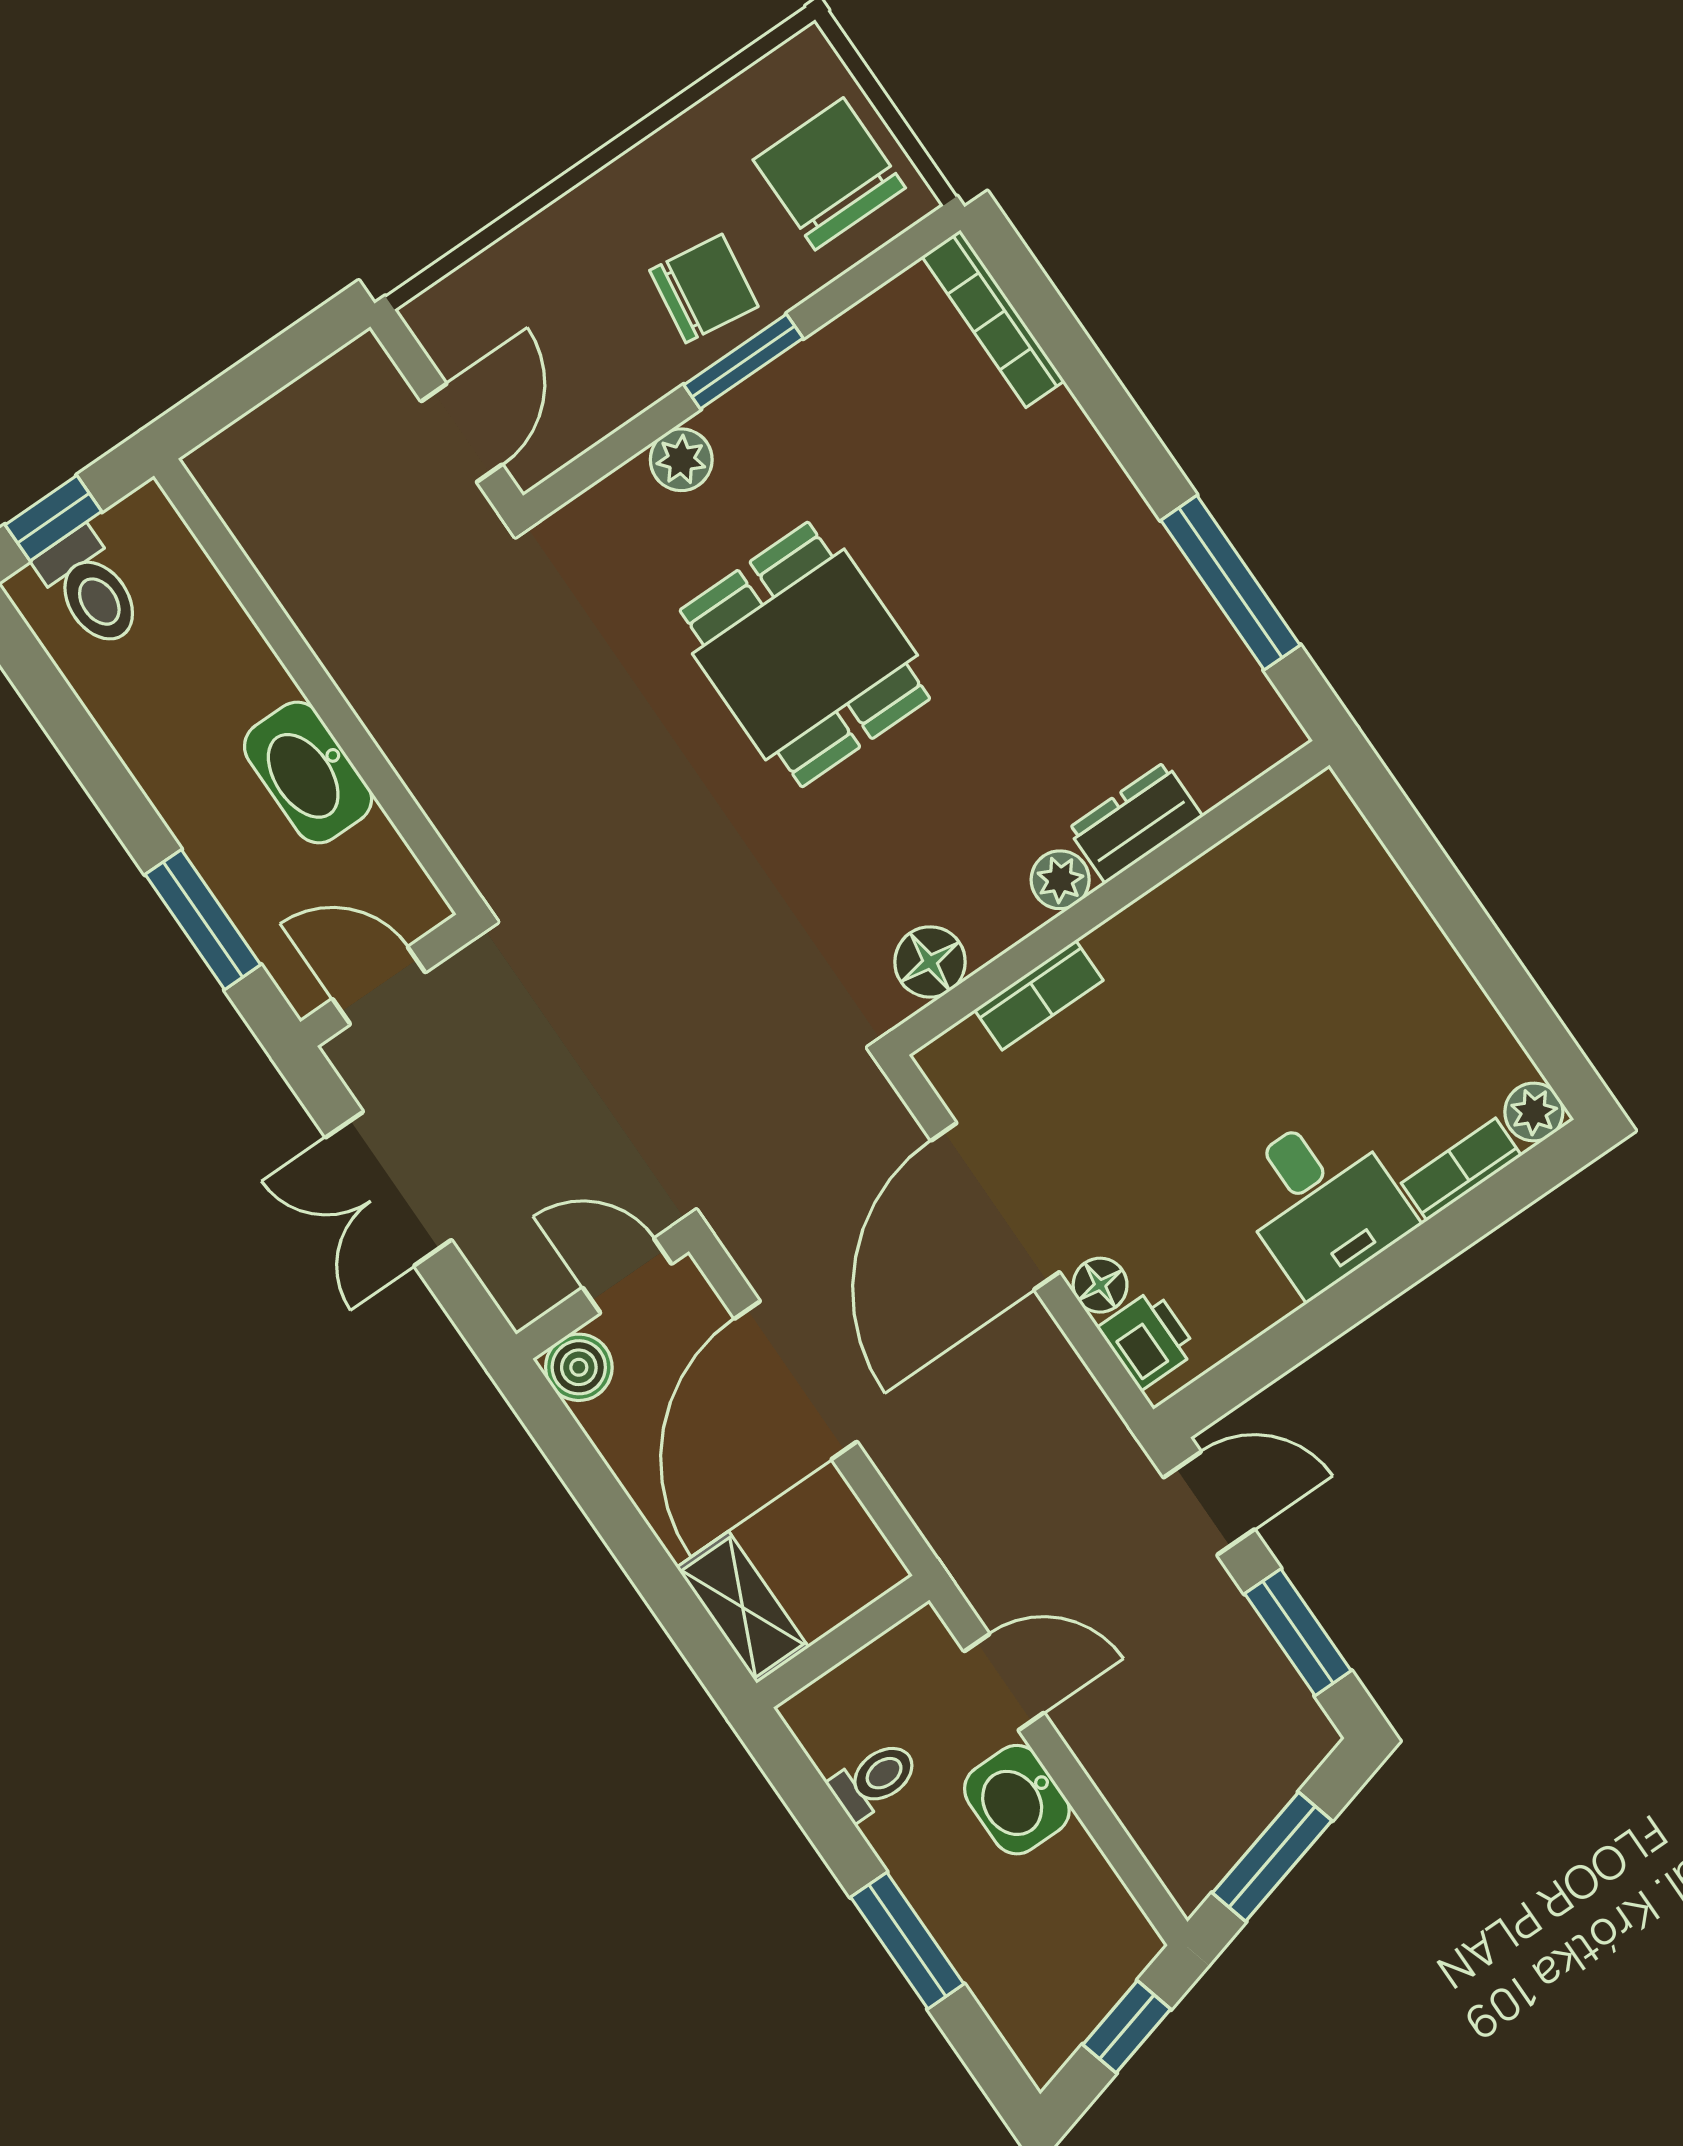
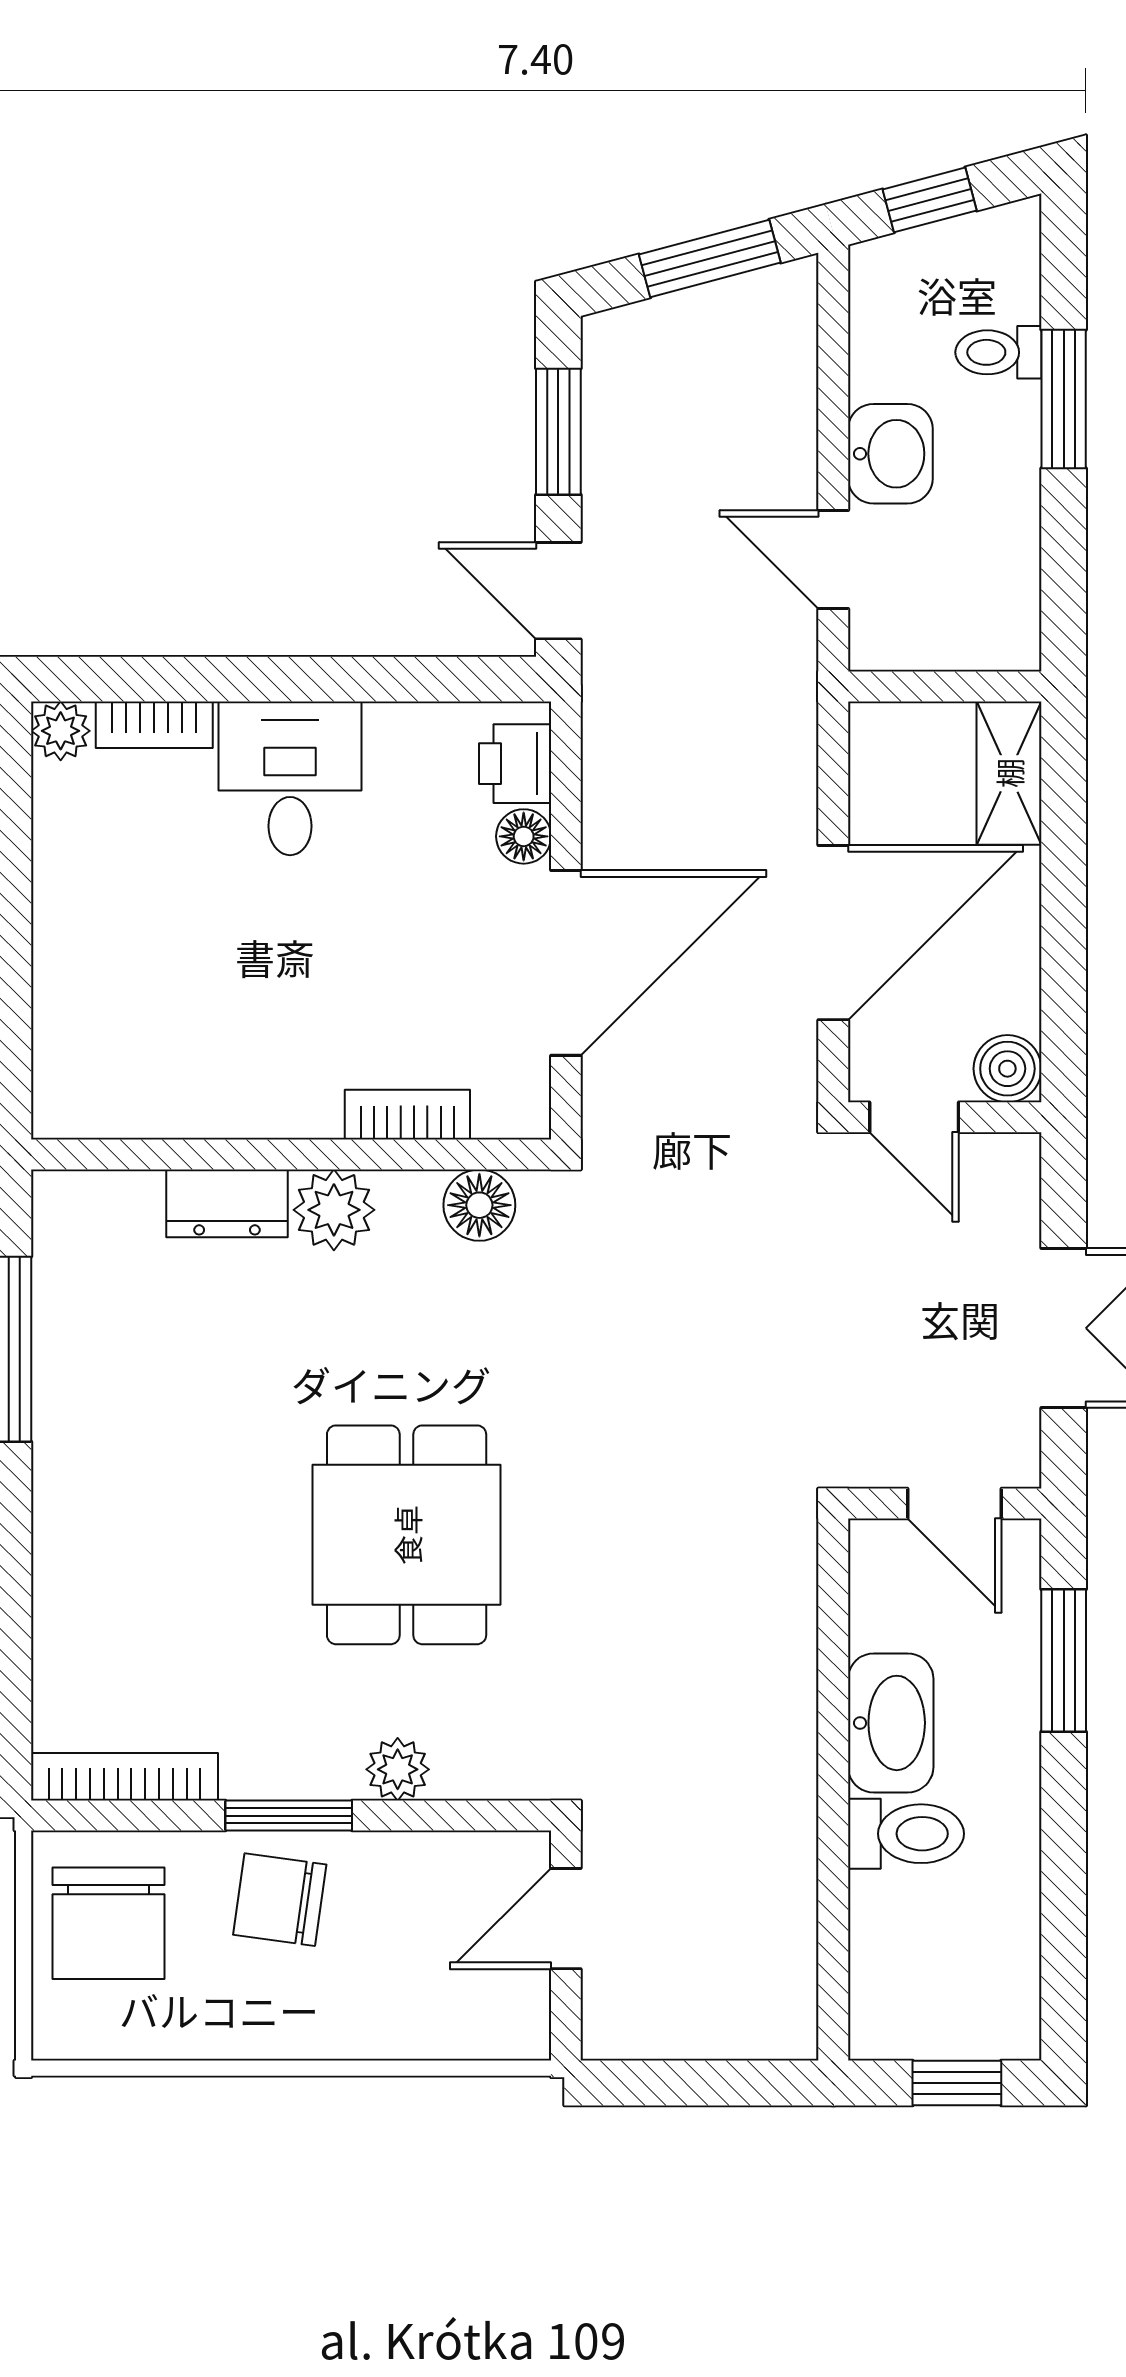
bookcase: (993, 319) -> (125, 1777), moved, turned -90
toilet: (90, 588) -> (906, 1834), moved, turned 90
plant: (1060, 880) -> (334, 1210), width x1.38, depth x1.38
toilet: (874, 1780) -> (998, 352), moved

